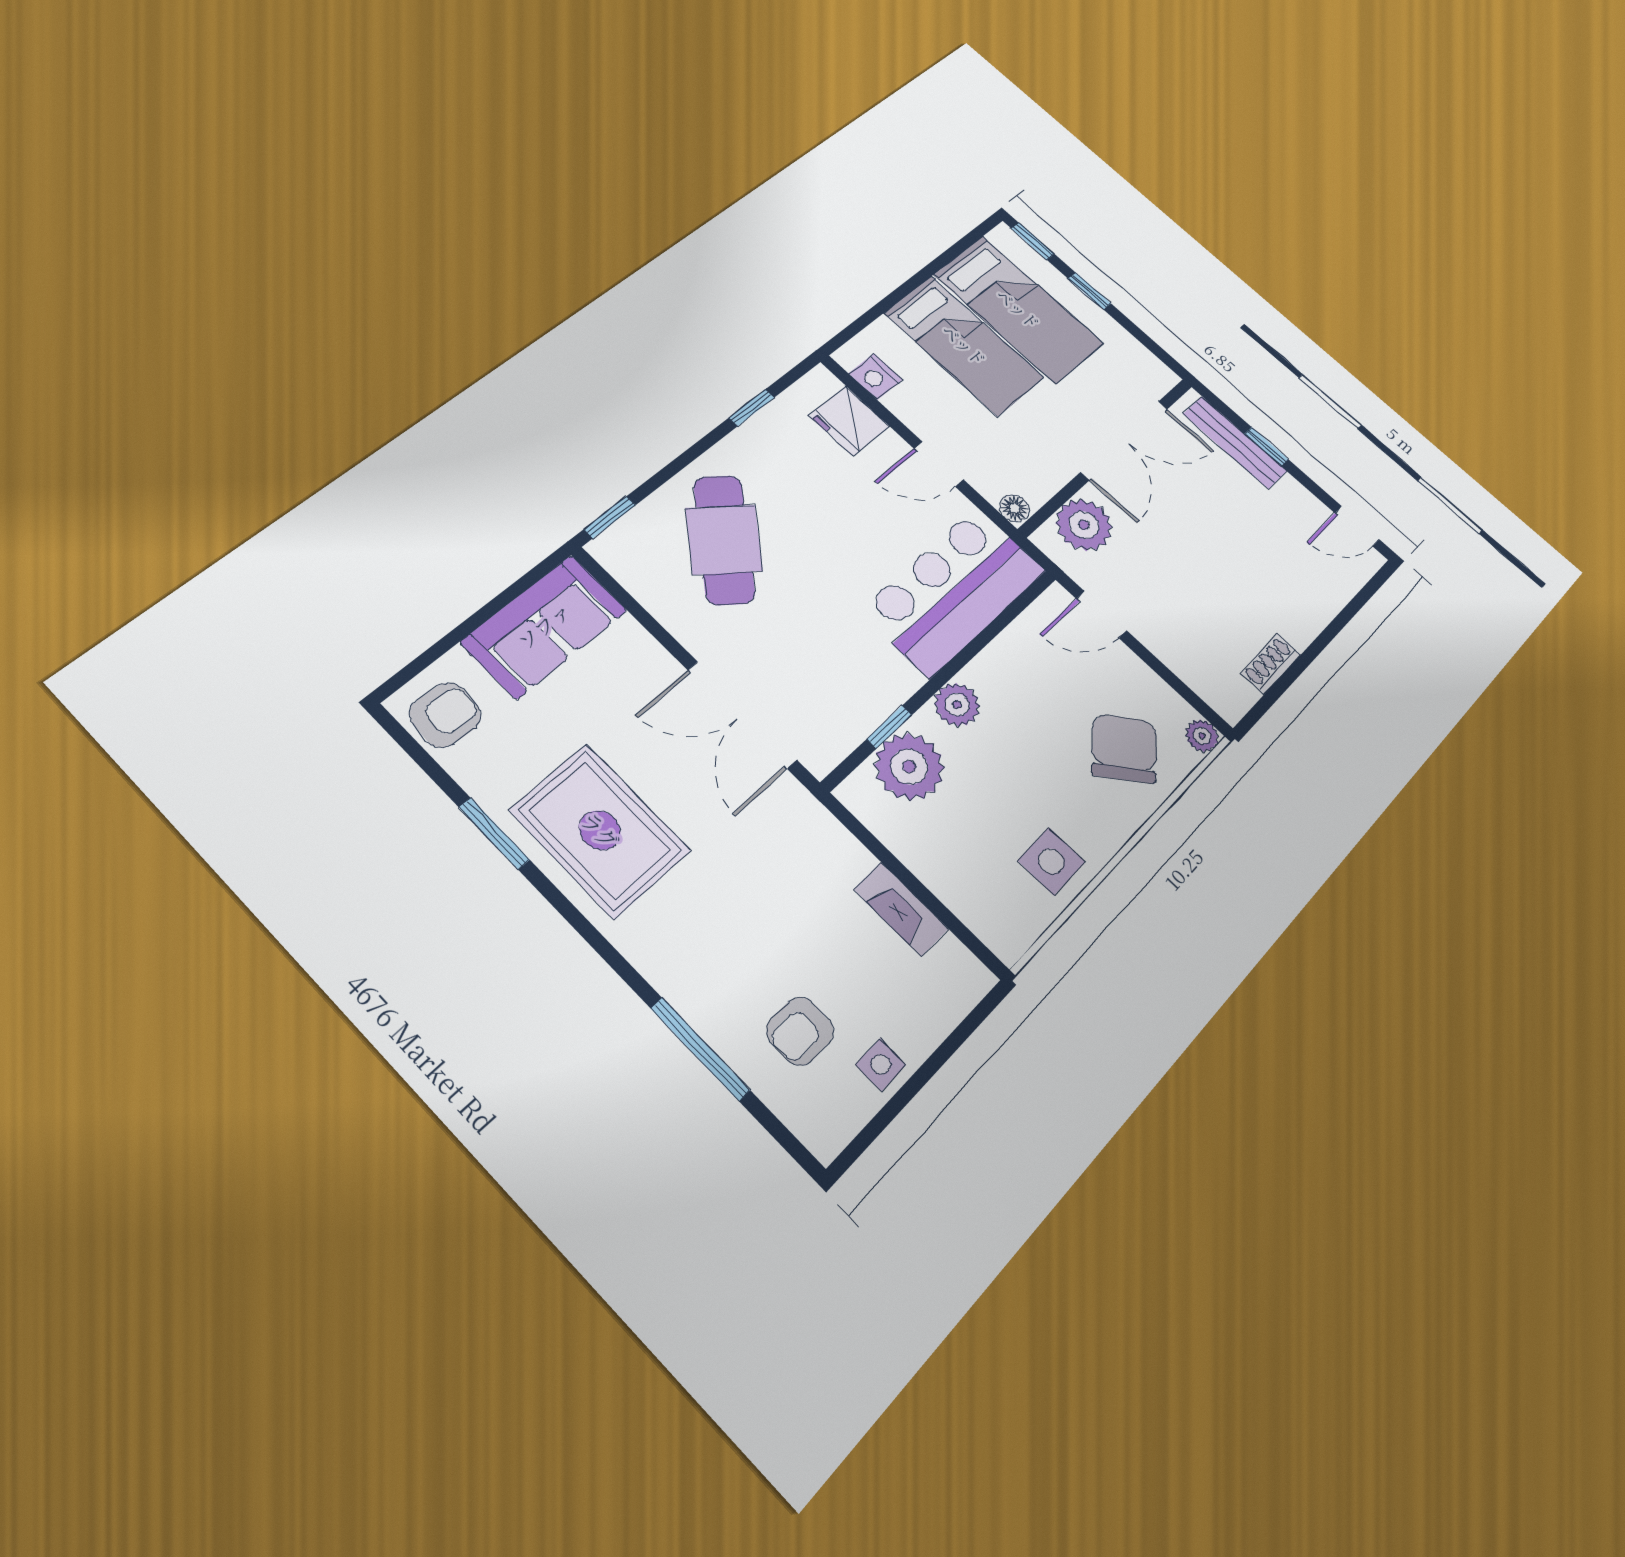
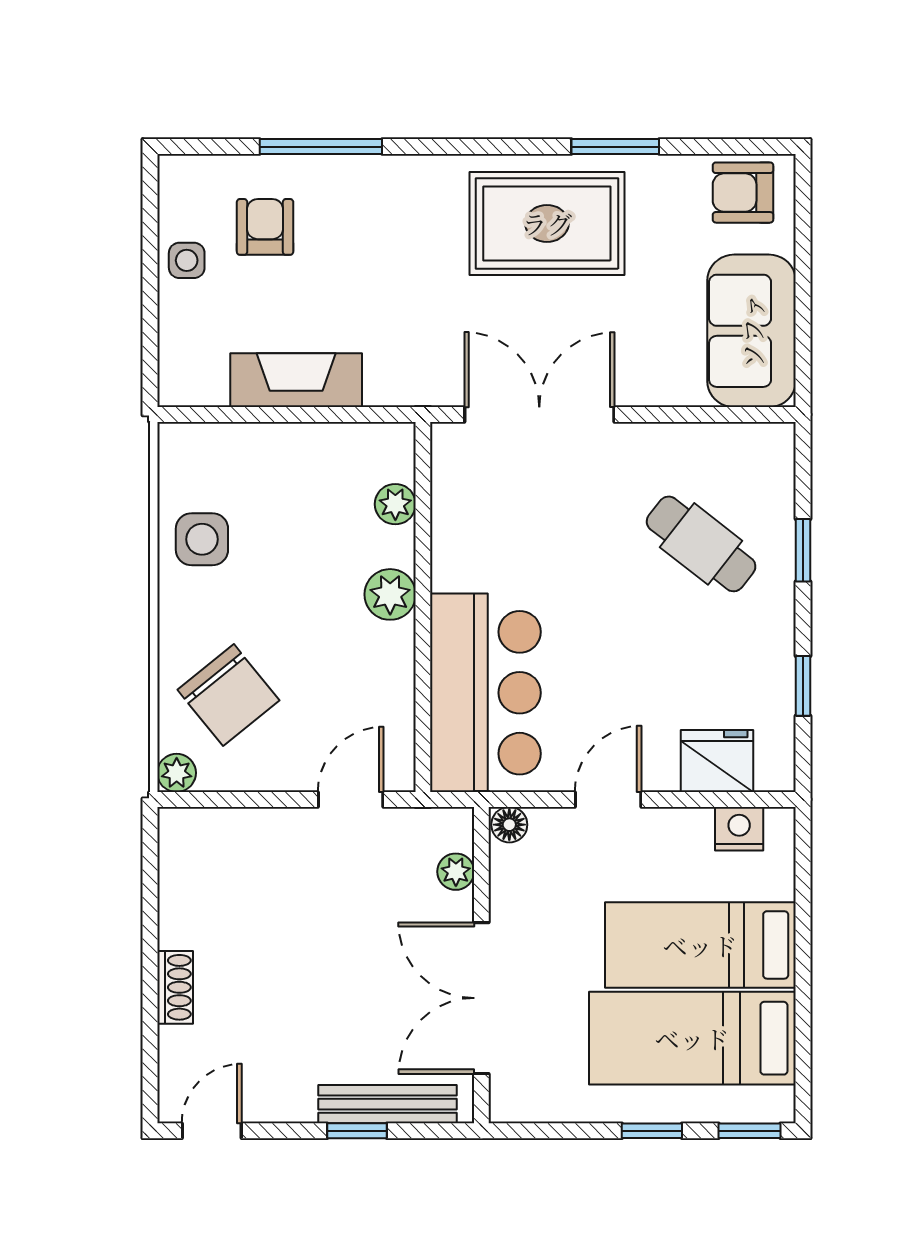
window: (610, 517) -> (803, 550), moved
plant: (1084, 525) -> (456, 872), width x0.53, depth x0.53
cafe table: (724, 539) -> (701, 544), width x0.73, depth x0.74
shoe rack: (1271, 664) -> (175, 987), moved
armchair: (445, 715) -> (743, 193), turned 86
window: (889, 727) -> (423, 521), removed
plant: (909, 767) -> (395, 504), width x0.53, depth x0.53
fireplace: (901, 909) -> (296, 380), width x1.37, depth x1.32

